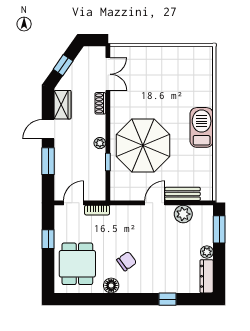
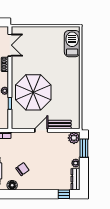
barbecue: (202, 127) -> (72, 44), moved
plant: (183, 214) -> (74, 138), moved
window: (168, 299) -> (64, 194), moved

